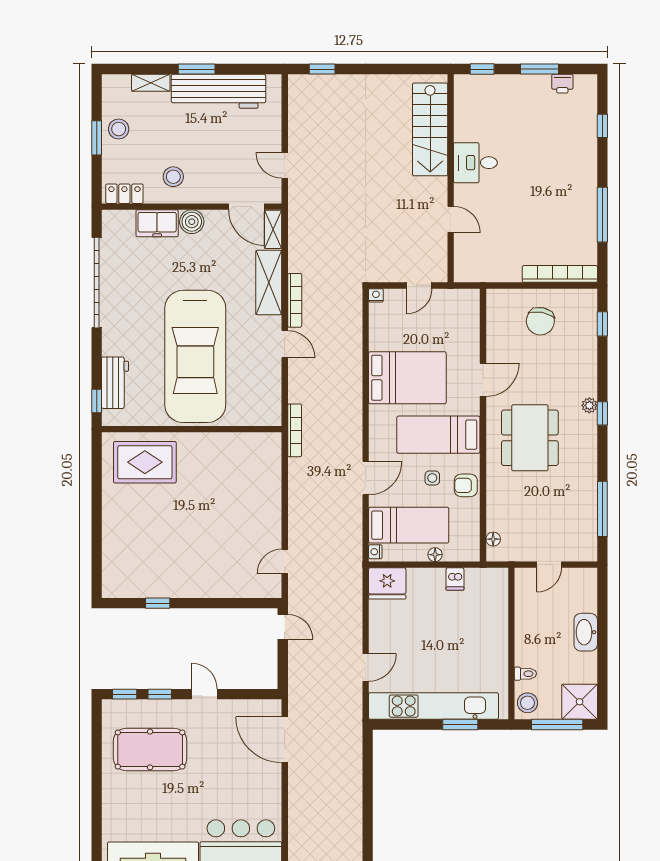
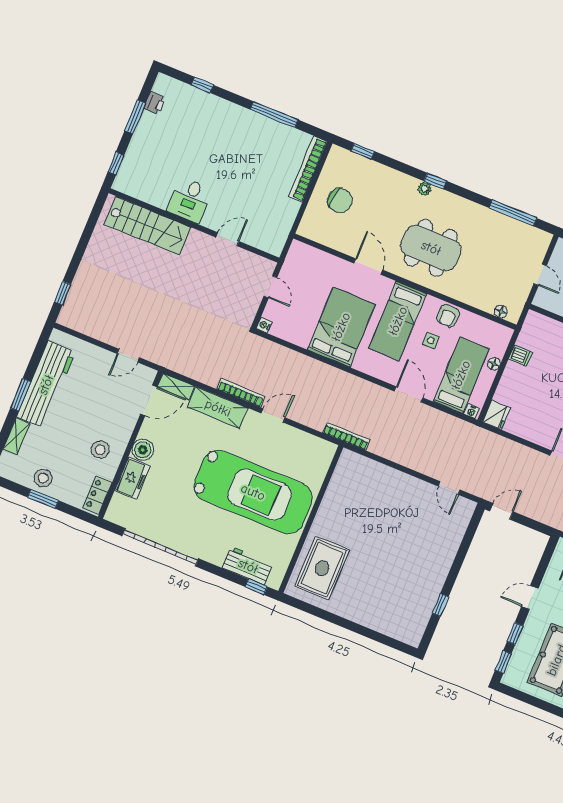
fridge: (387, 583) -> (496, 415), width x0.73, depth x0.75

